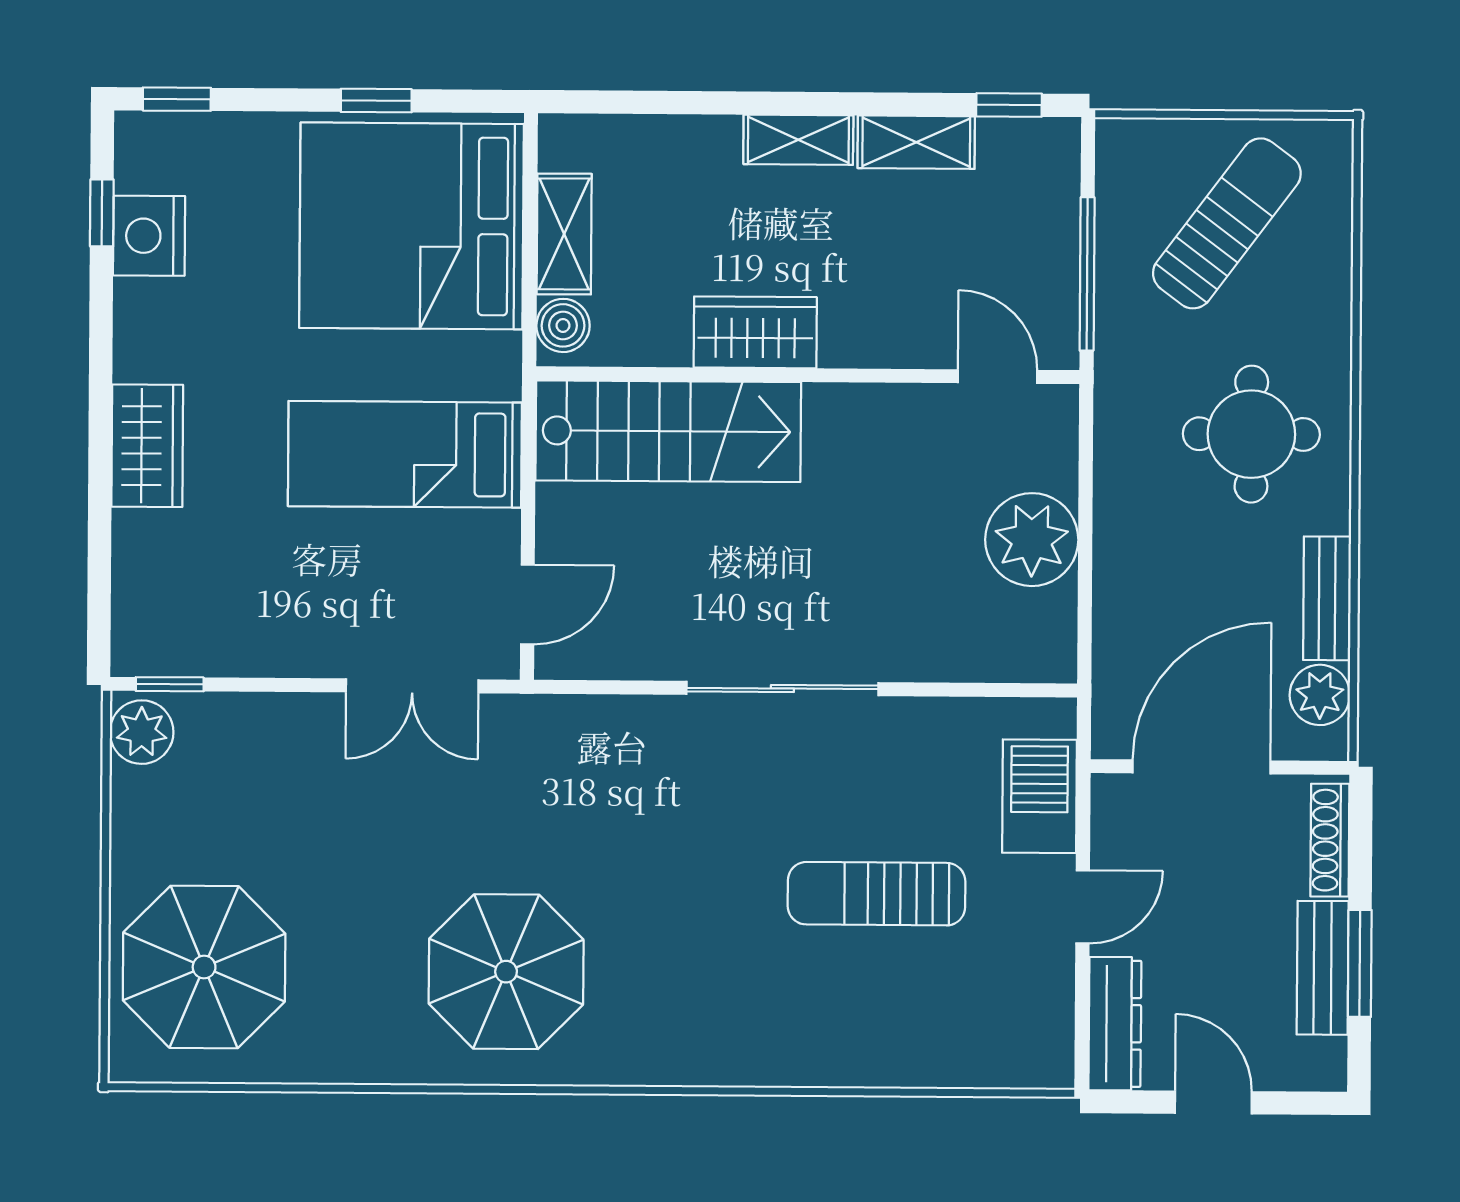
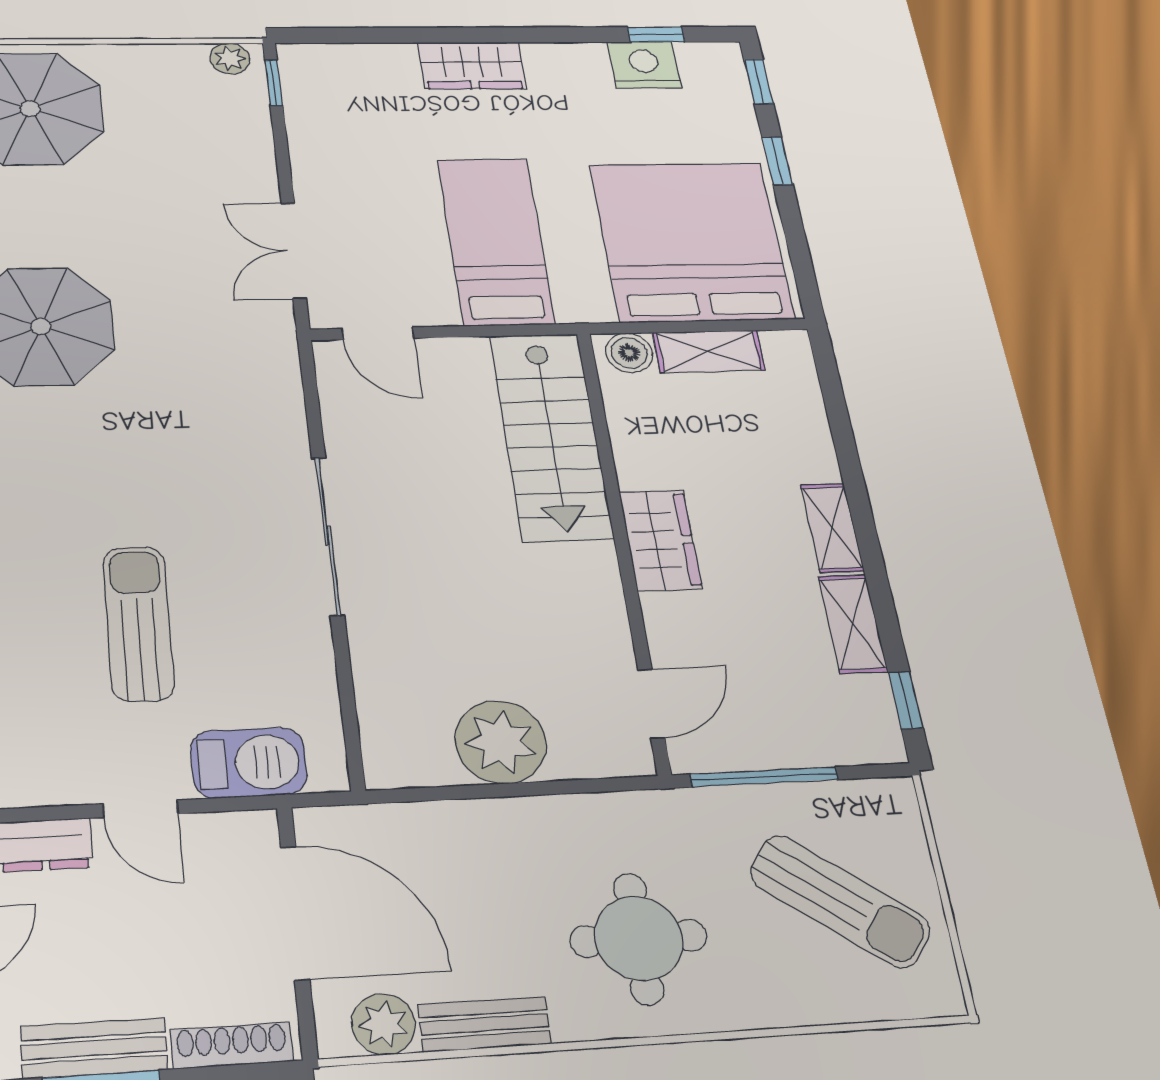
window: (376, 101) -> (777, 161), moved
wardrobe: (755, 332) -> (660, 540), moved
plant: (142, 732) -> (230, 59), width x0.73, depth x0.73

